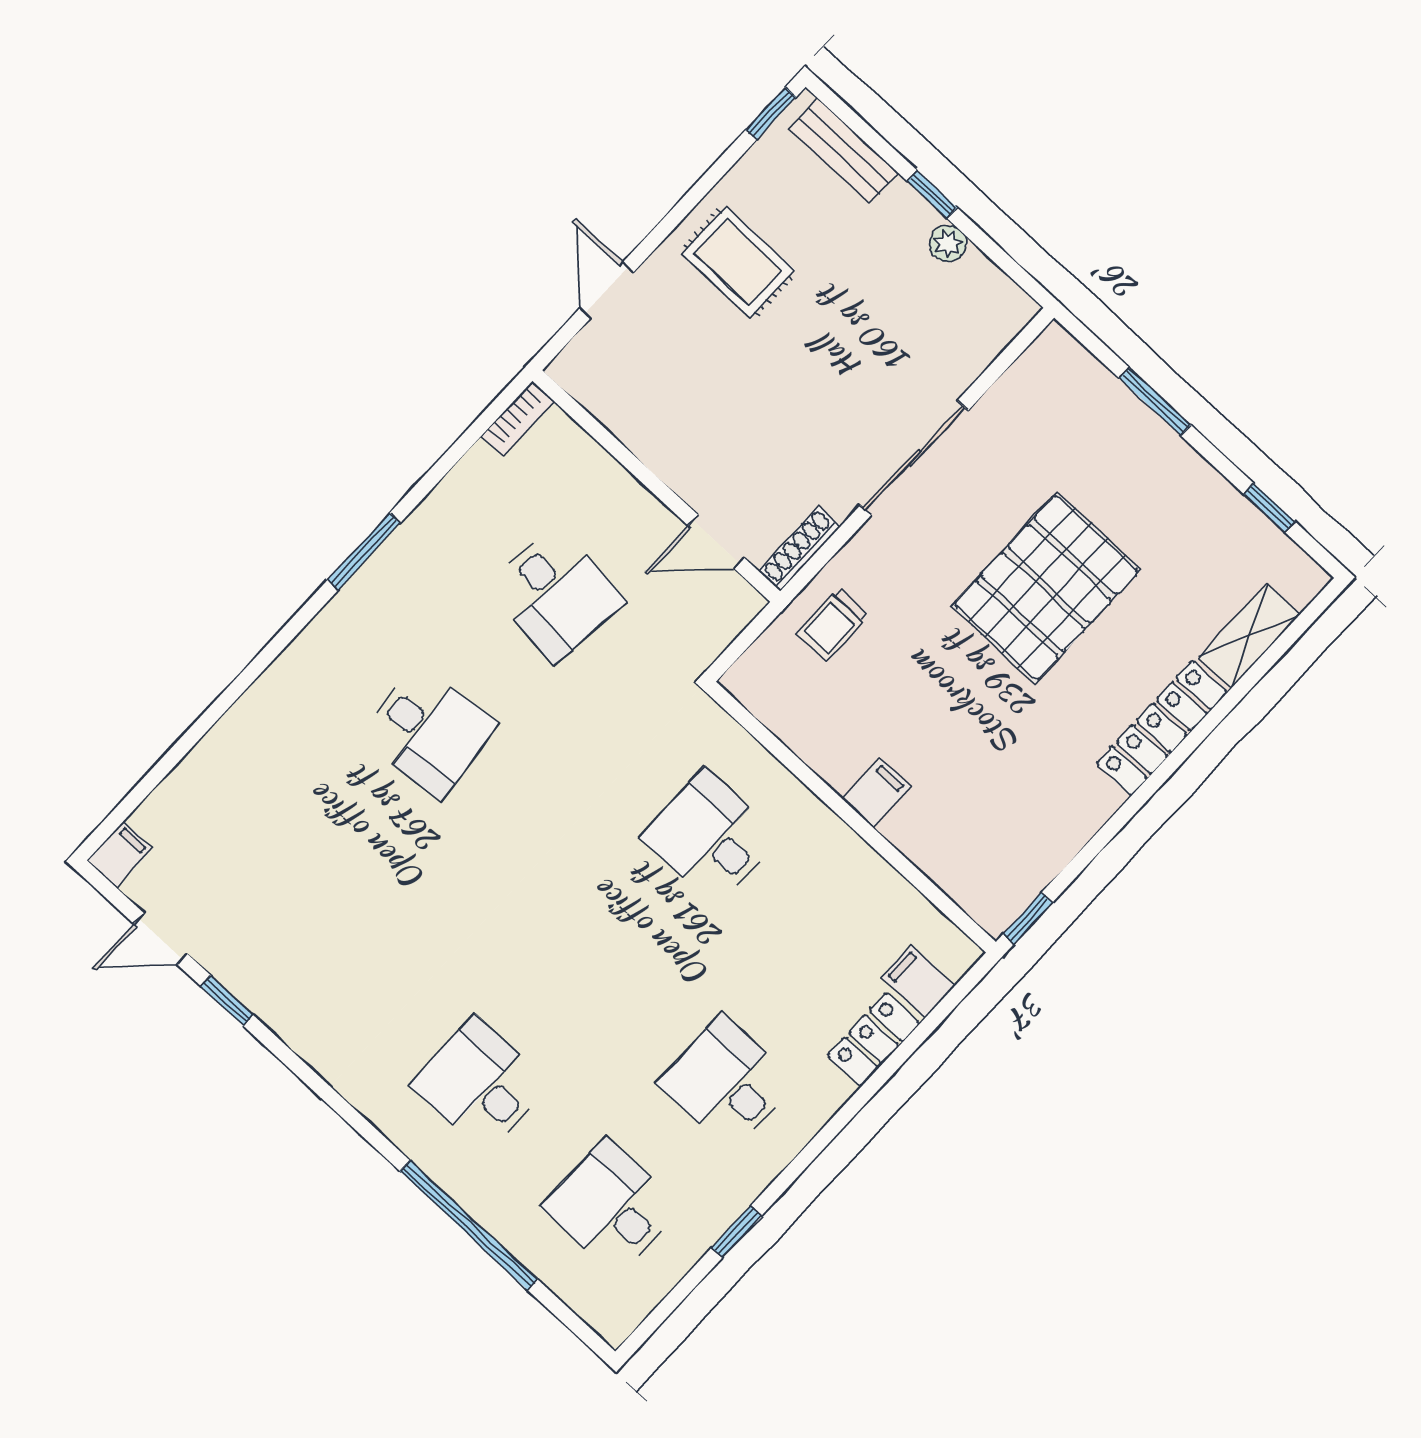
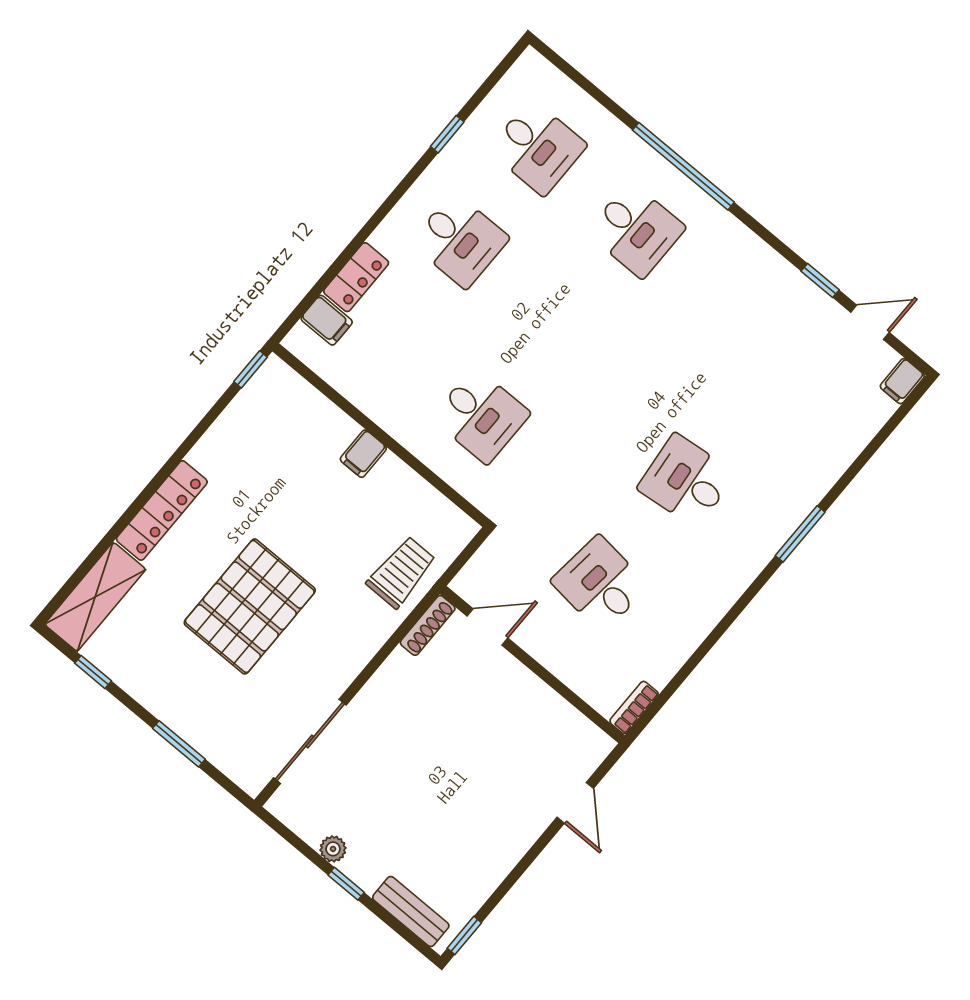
rug: (738, 262) -> (482, 828), removed
sliding door: (914, 458) -> (310, 741), moved
window: (364, 551) -> (800, 534), moved
trolley: (832, 625) -> (401, 572), width x1.36, depth x1.39
shelving: (1249, 636) -> (95, 597), width x1.50, depth x1.33
window: (469, 1225) -> (683, 166), moved

